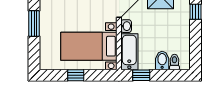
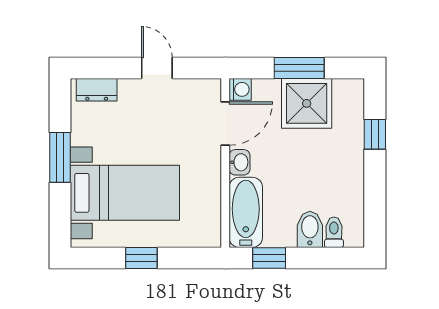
bed with nightstands: (89, 46) -> (125, 193), moved, turned 180

